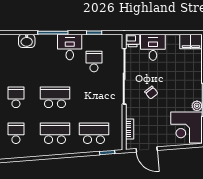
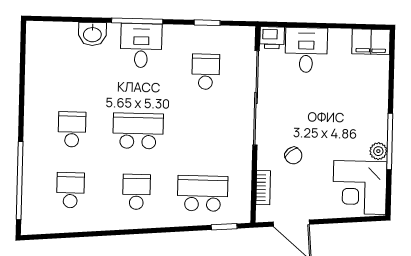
desk: (70, 47) -> (141, 46), moved
chair: (151, 93) -> (293, 156), moved
school desk: (55, 133) -> (137, 192), width x0.54

